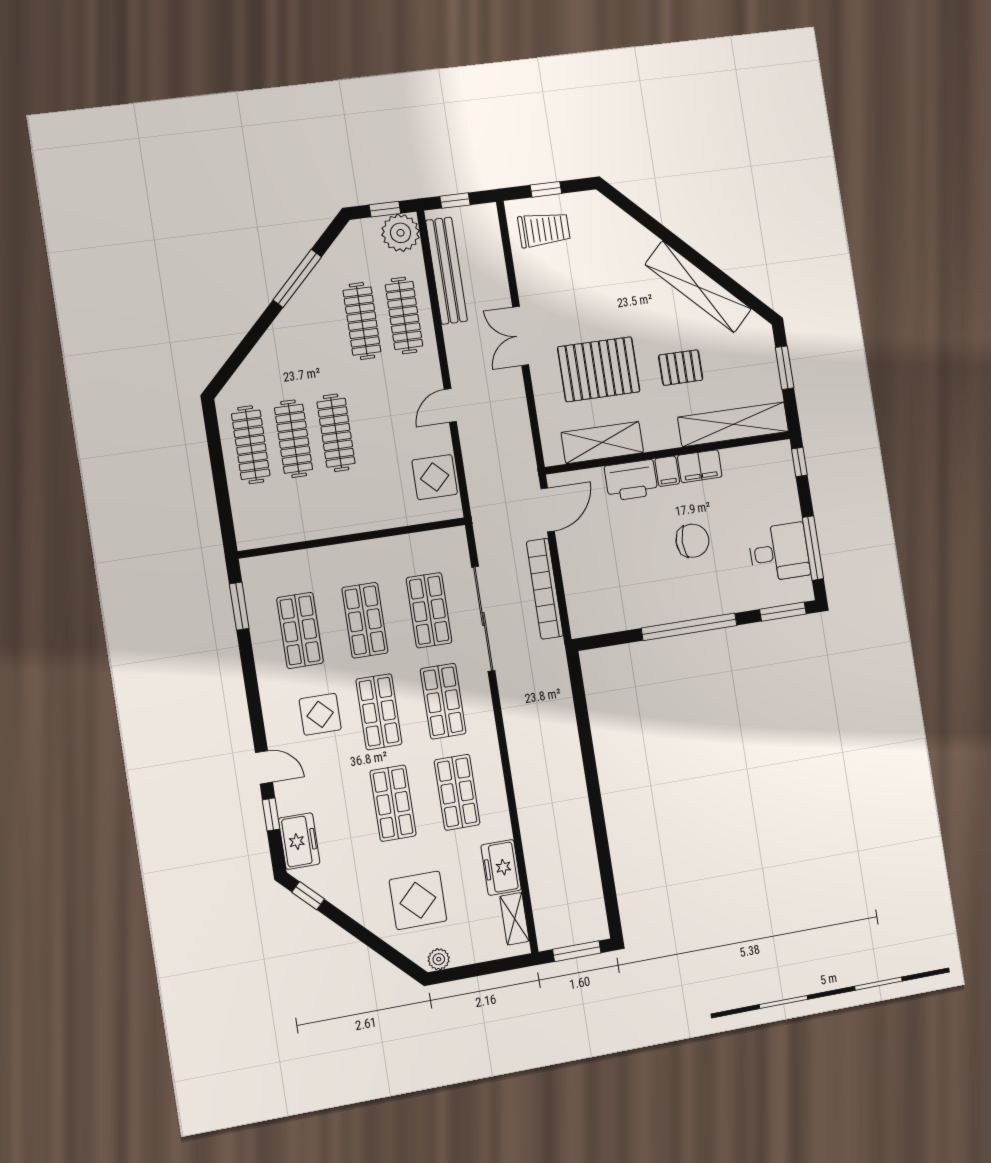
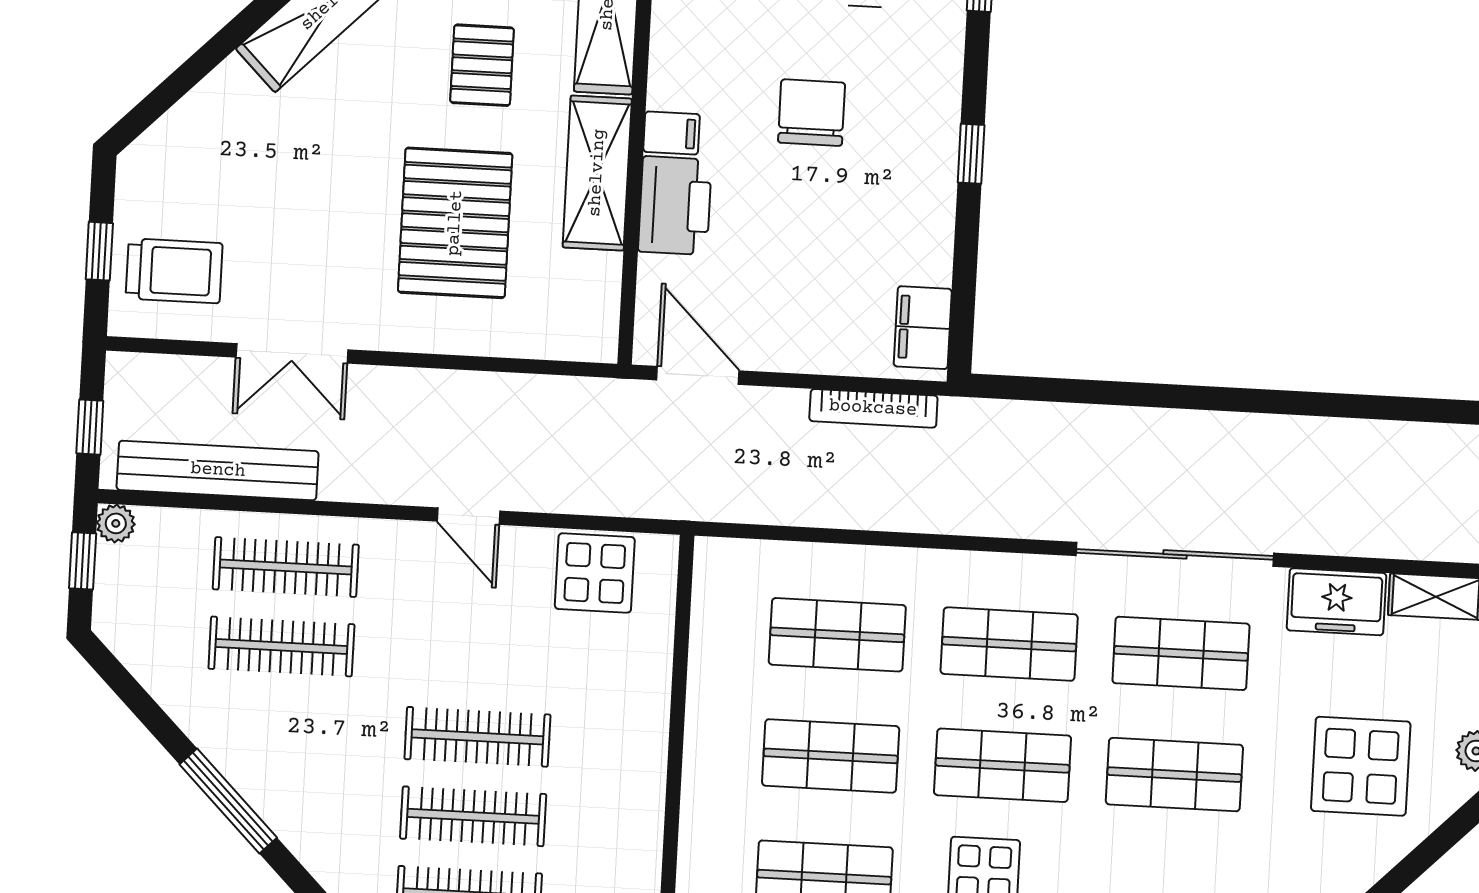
trolley: (544, 230) -> (174, 271), turned 90
plant: (401, 233) -> (116, 523), width x0.53, depth x0.53
window: (297, 278) -> (228, 801), moved
double door: (521, 336) -> (292, 353), moved
shelving: (602, 443) -> (597, 173), moved
filing cabinet: (700, 466) -> (923, 328), moved, turned 180
bookcase: (545, 589) -> (873, 408), width x0.68, depth x0.76
sliding door: (483, 619) -> (1175, 554), moved
window: (689, 627) -> (971, 154), width x0.32

